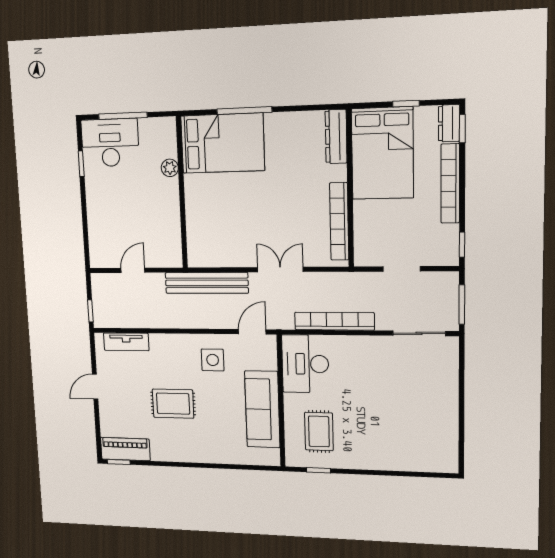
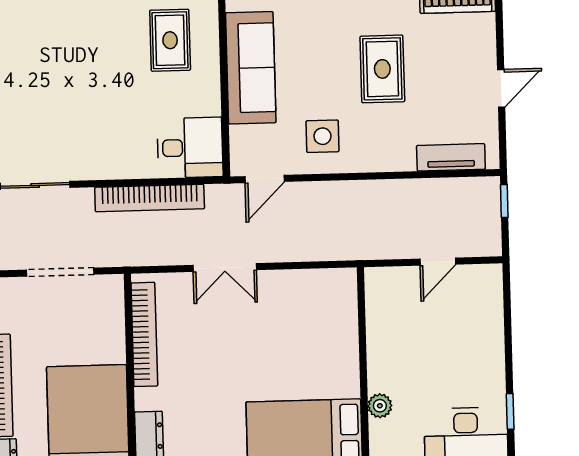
doorway: (402, 269) -> (60, 272), width x1.38
bench: (207, 283) -> (330, 246), removed
desk: (305, 364) -> (190, 148), width x0.73
rug: (173, 404) -> (382, 69), turned 90

